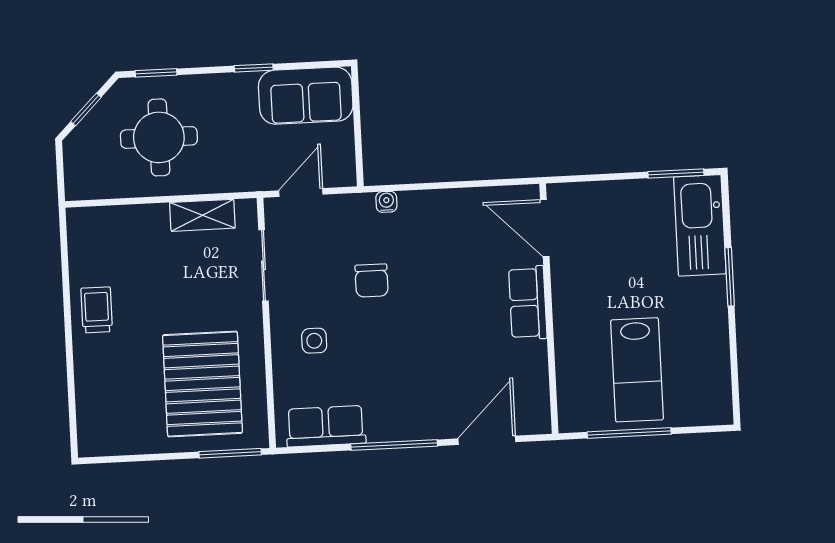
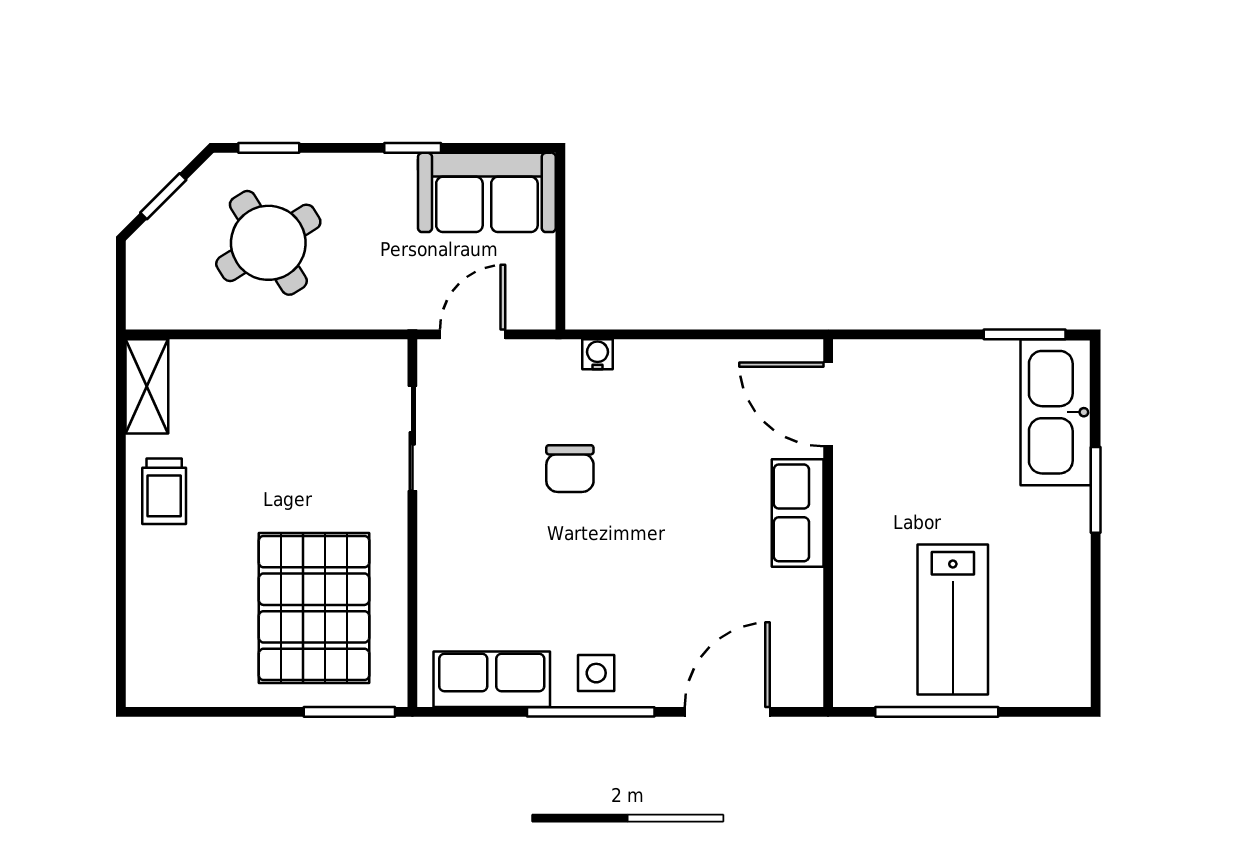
round table: (159, 137) -> (268, 243), turned -32
shelving: (202, 215) -> (147, 386), moved, turned 90
trolley: (97, 310) -> (164, 491), turned 180
side table: (314, 341) -> (596, 673), moved

